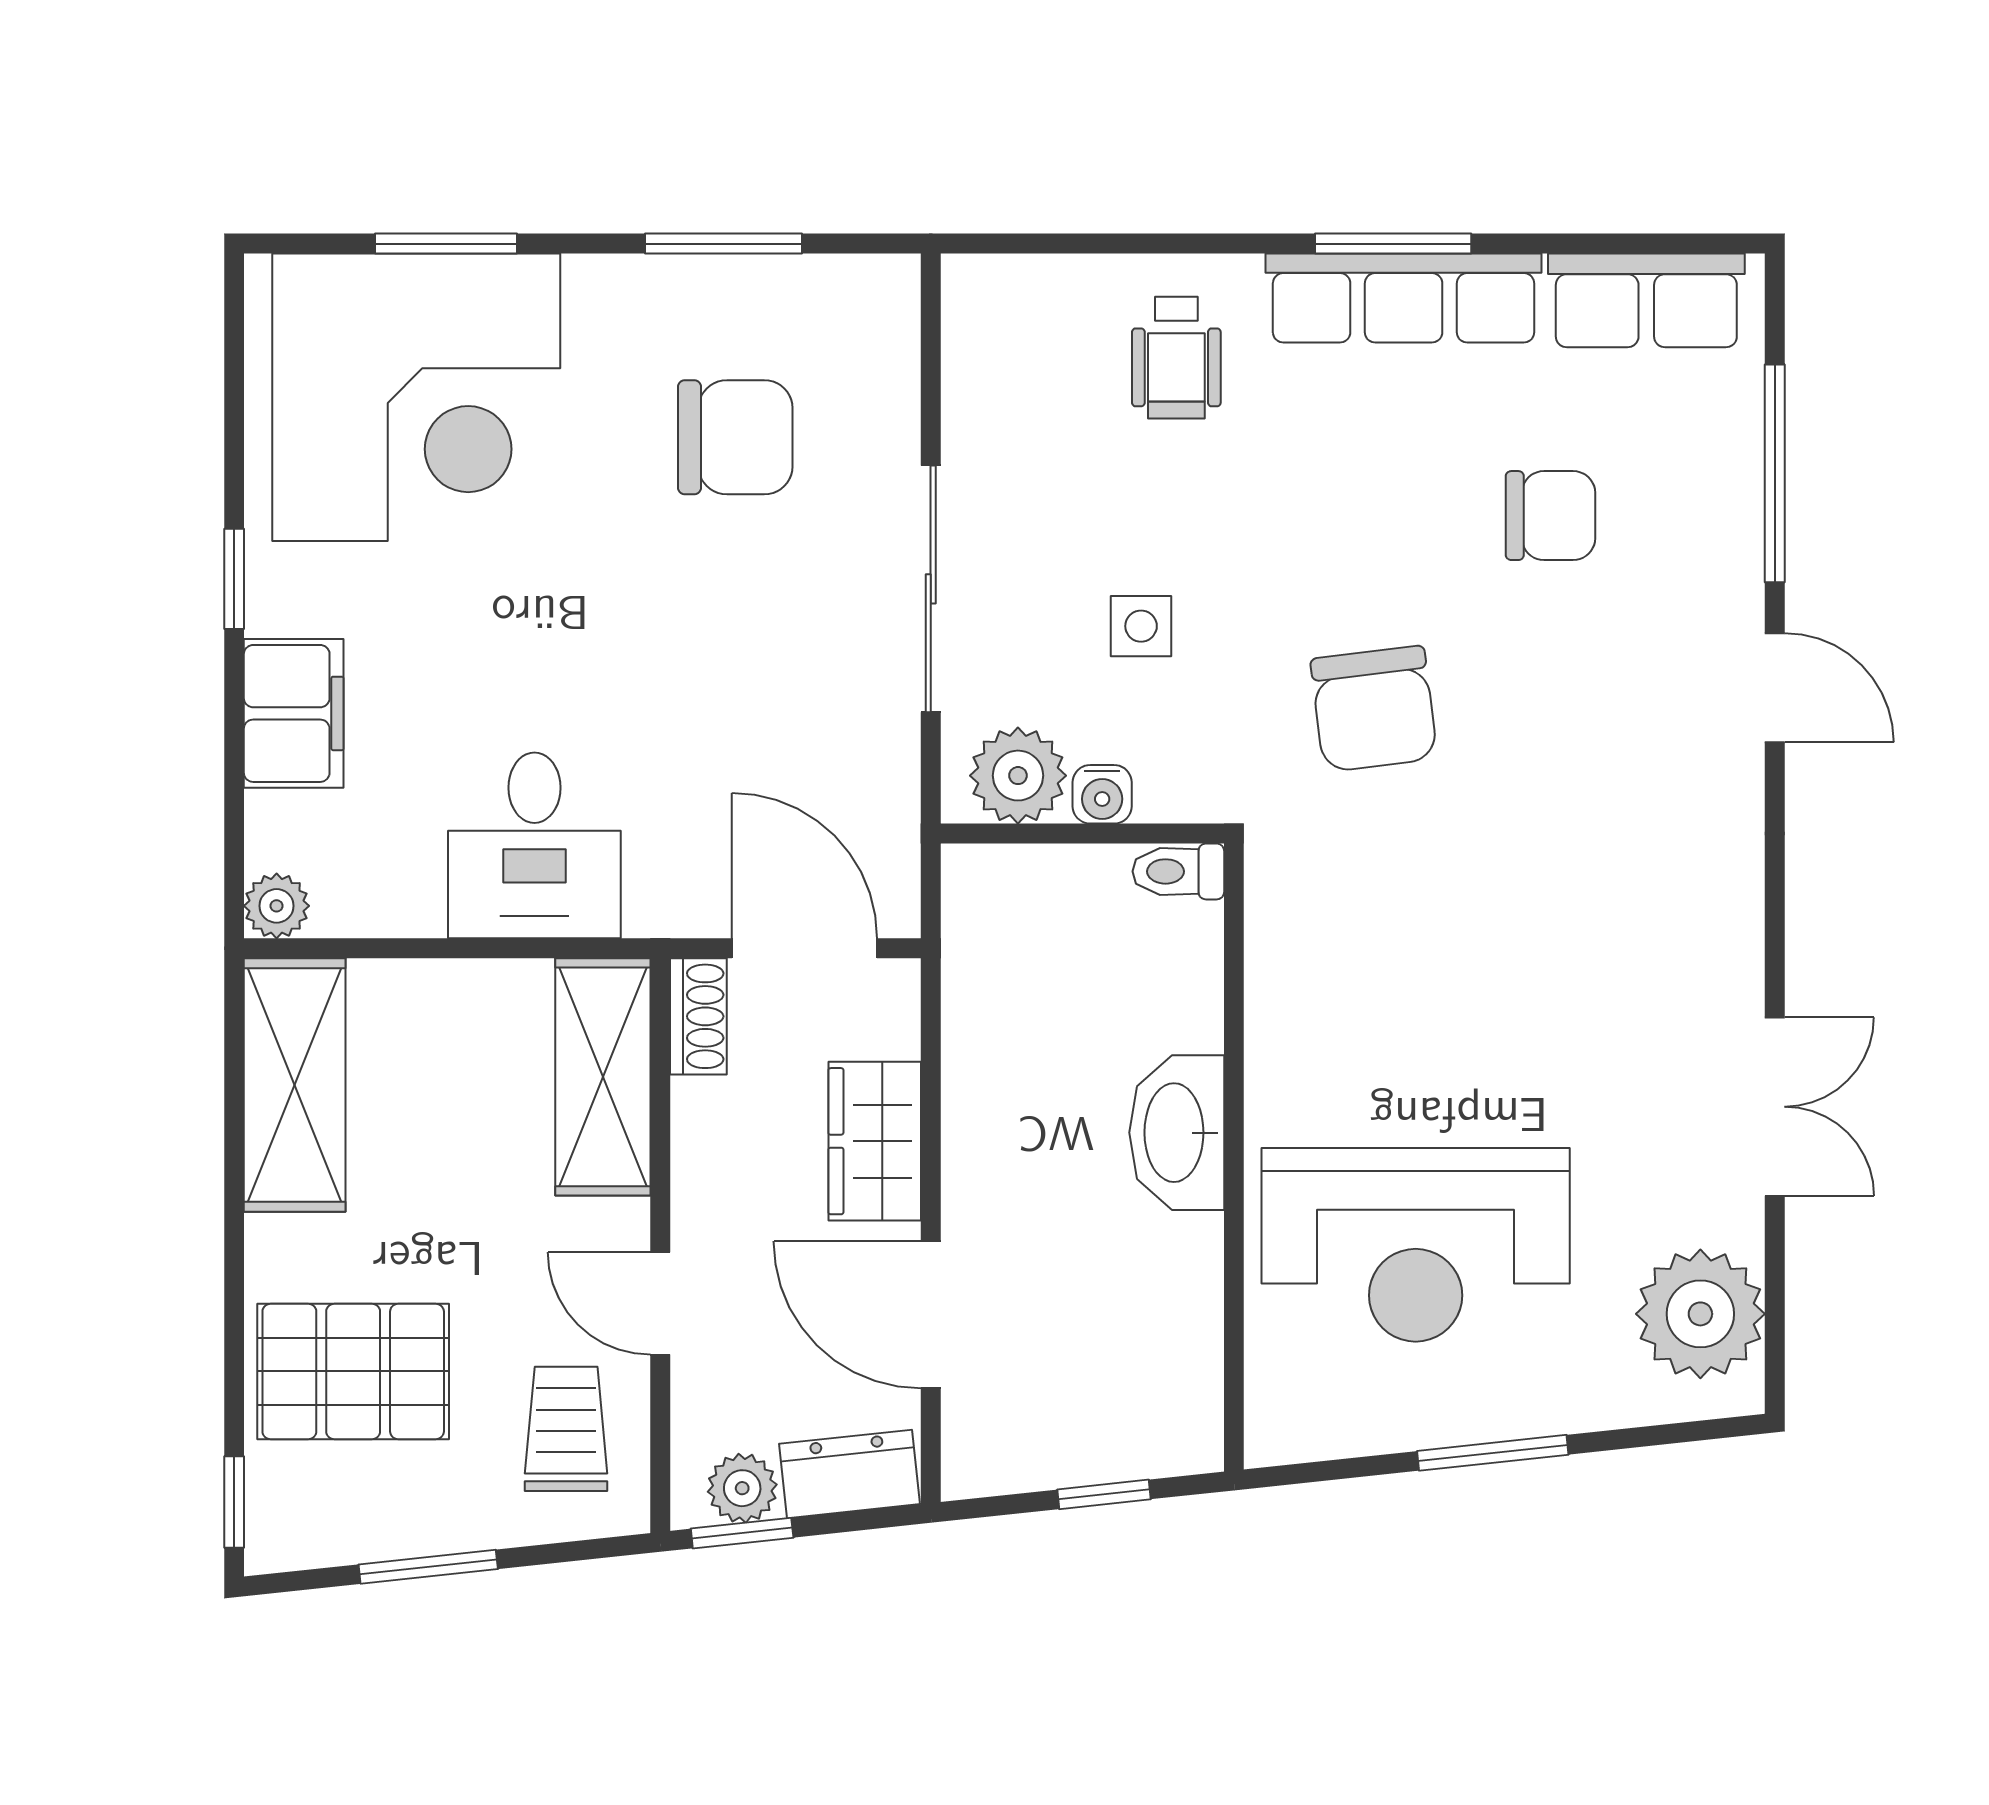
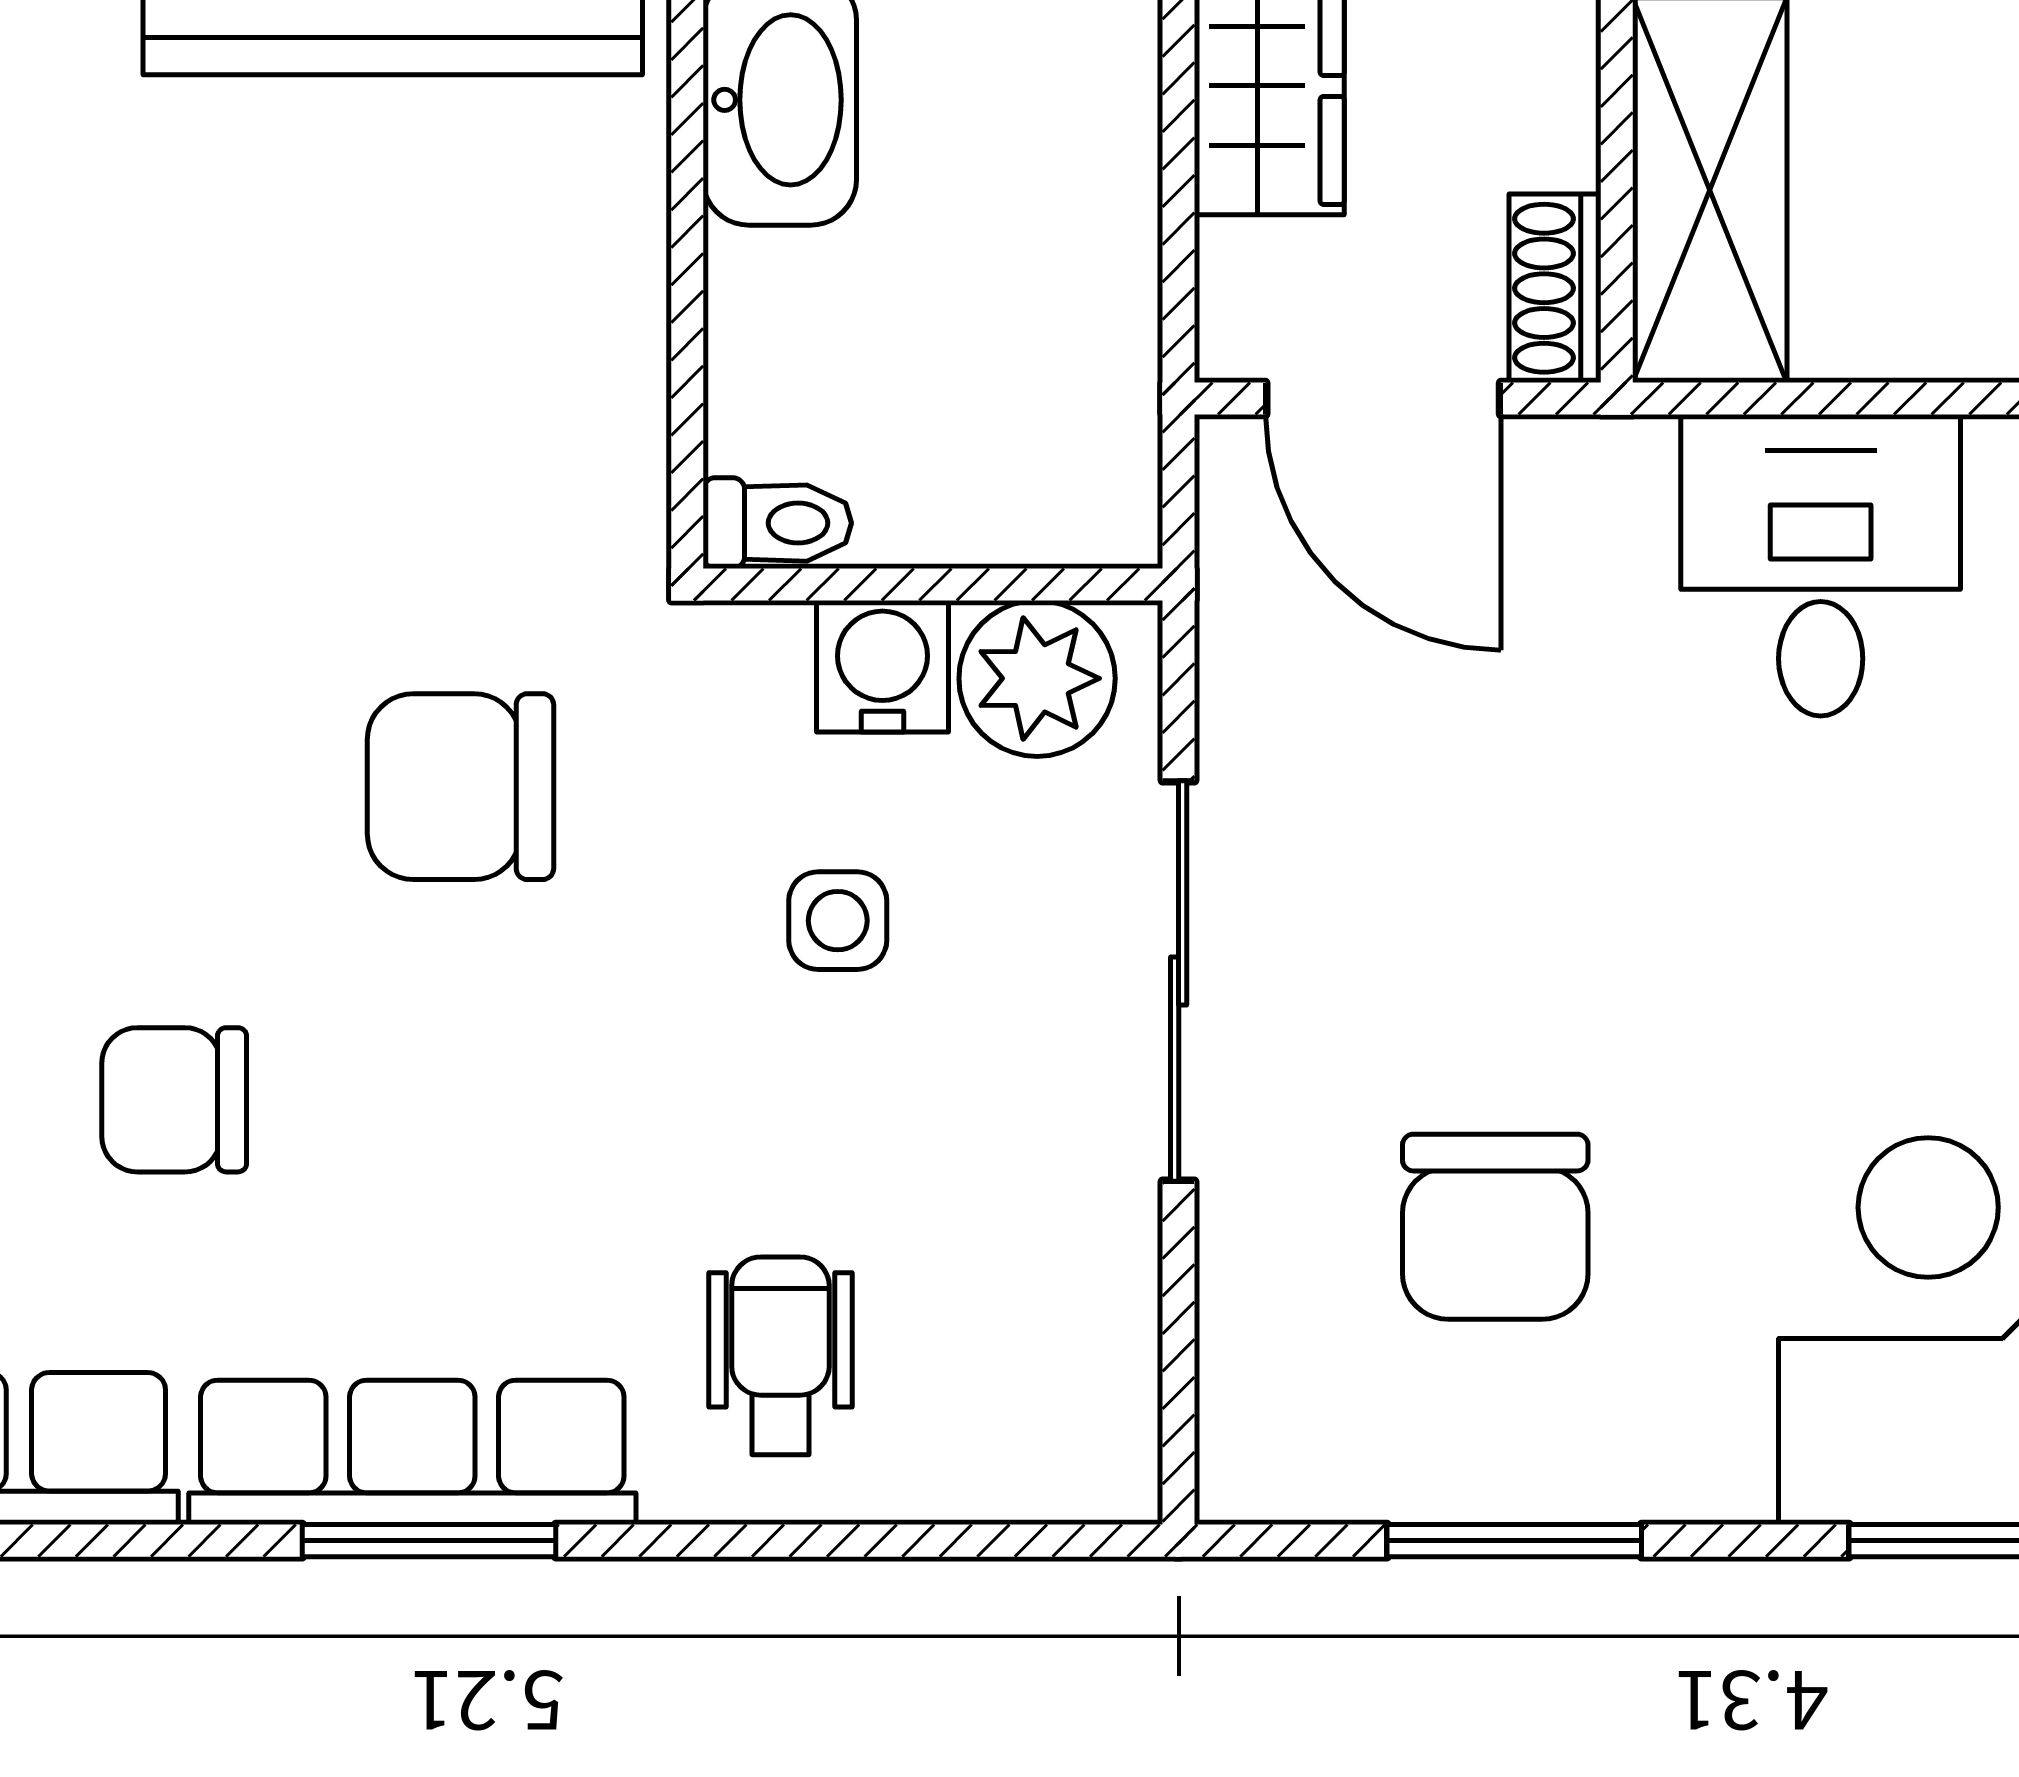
chair: (735, 437) -> (1495, 1227), turned -90
chair: (1374, 709) -> (460, 787), turned -83
water cooler: (1102, 794) -> (882, 666), width x1.38, depth x1.38

